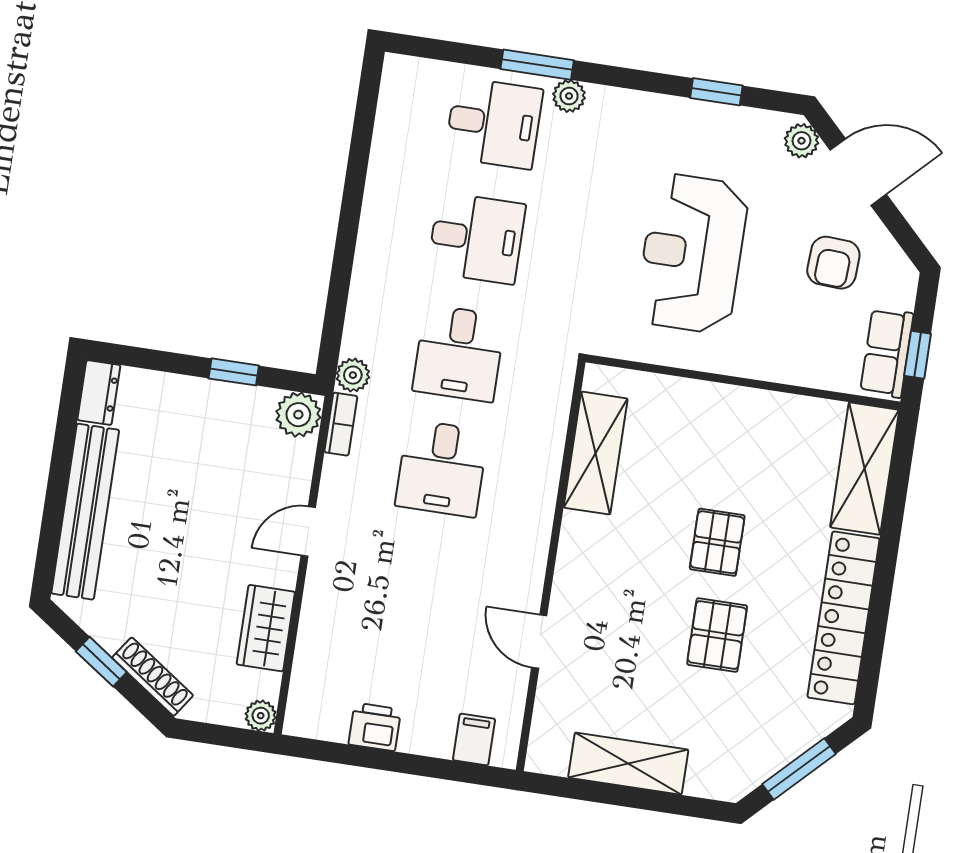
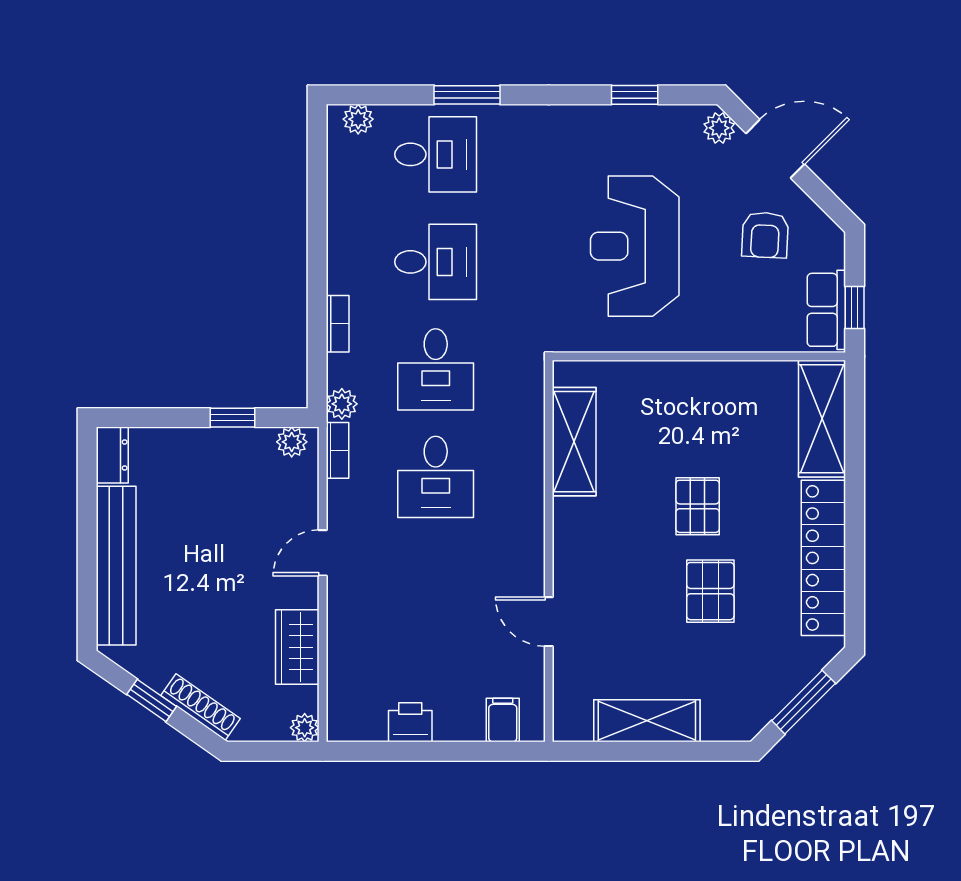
plant: (569, 96) -> (358, 119), moved
bookcase: (361, 289) -> (338, 324), added
plant: (298, 415) -> (292, 442), width x0.73, depth x0.73

